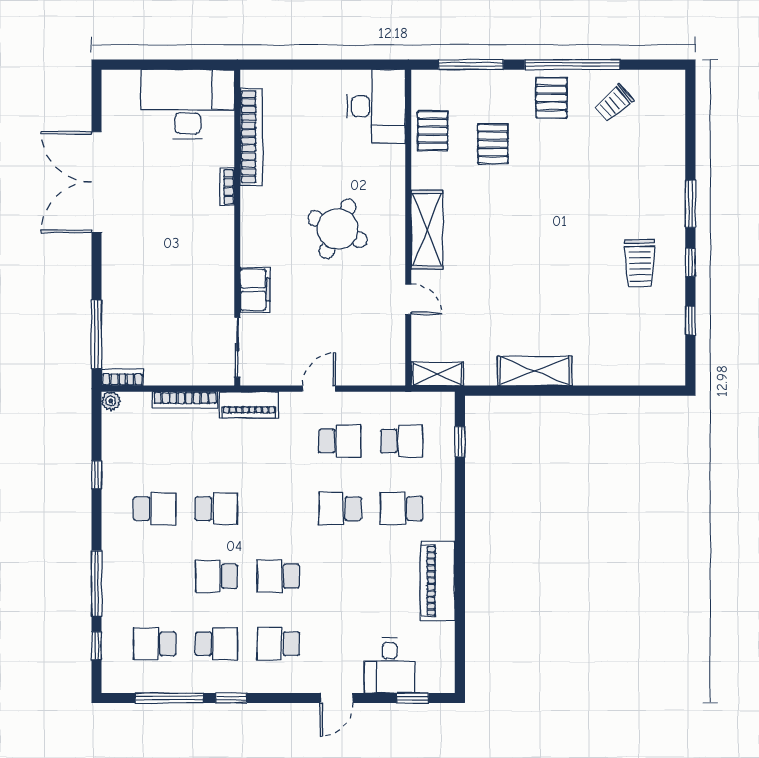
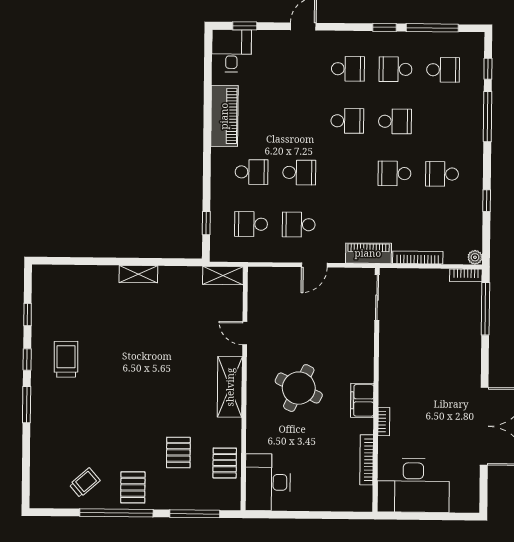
bookcase: (251, 137) -> (367, 460), width x0.68, depth x0.76
filing cabinet: (255, 290) -> (362, 400), moved
shelving: (535, 371) -> (138, 274), width x0.67, depth x0.75
desk: (390, 666) -> (231, 51), moved

